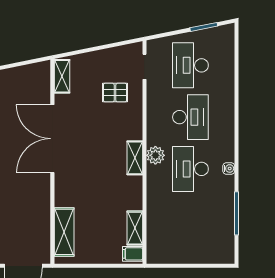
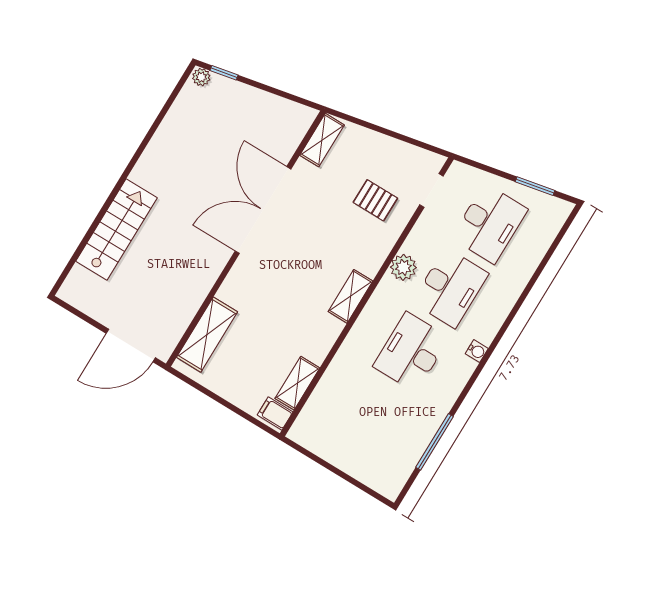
desk: (190, 65) -> (489, 224), turned 180
plant: (155, 155) -> (403, 267), moved
water cooler: (229, 168) -> (477, 351), moved

